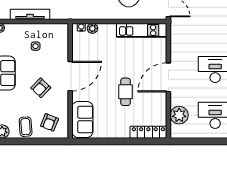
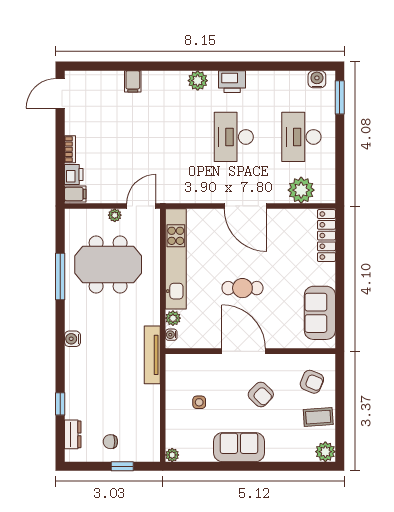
tv unit: (30, 14) -> (152, 355), moved
kitchen unit: (142, 30) -> (176, 259), width x1.36
cafe table: (126, 92) -> (242, 288), moved
sofa: (82, 119) -> (320, 313), moved, turned -90

